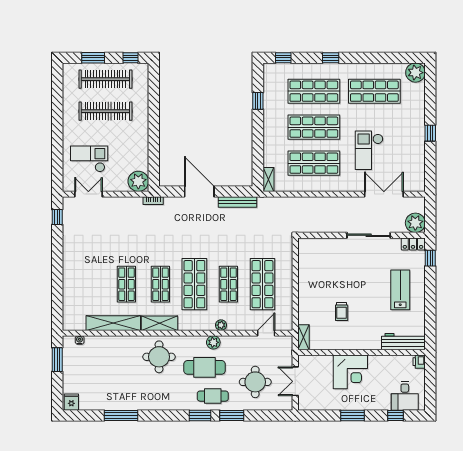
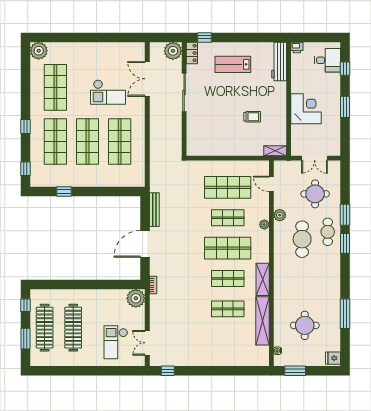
window: (430, 133) -> (93, 37), removed
shelving: (268, 179) -> (134, 182), removed
plant: (213, 342) -> (280, 215), moved
round table: (159, 357) -> (305, 325), moved

